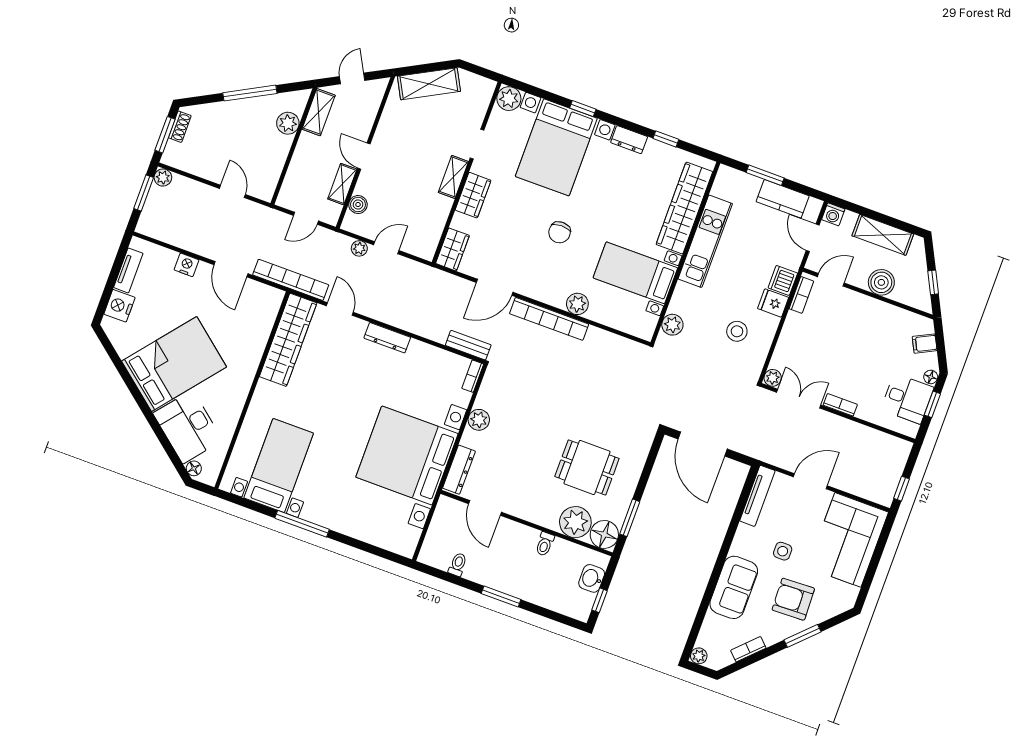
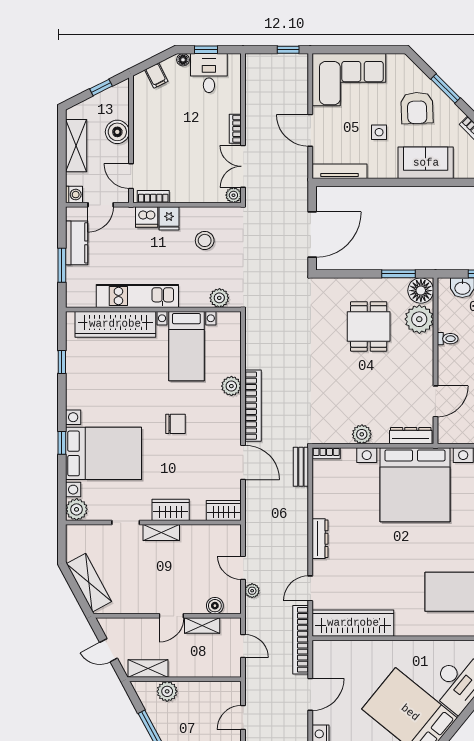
dresser: (629, 140) -> (74, 393), removed

